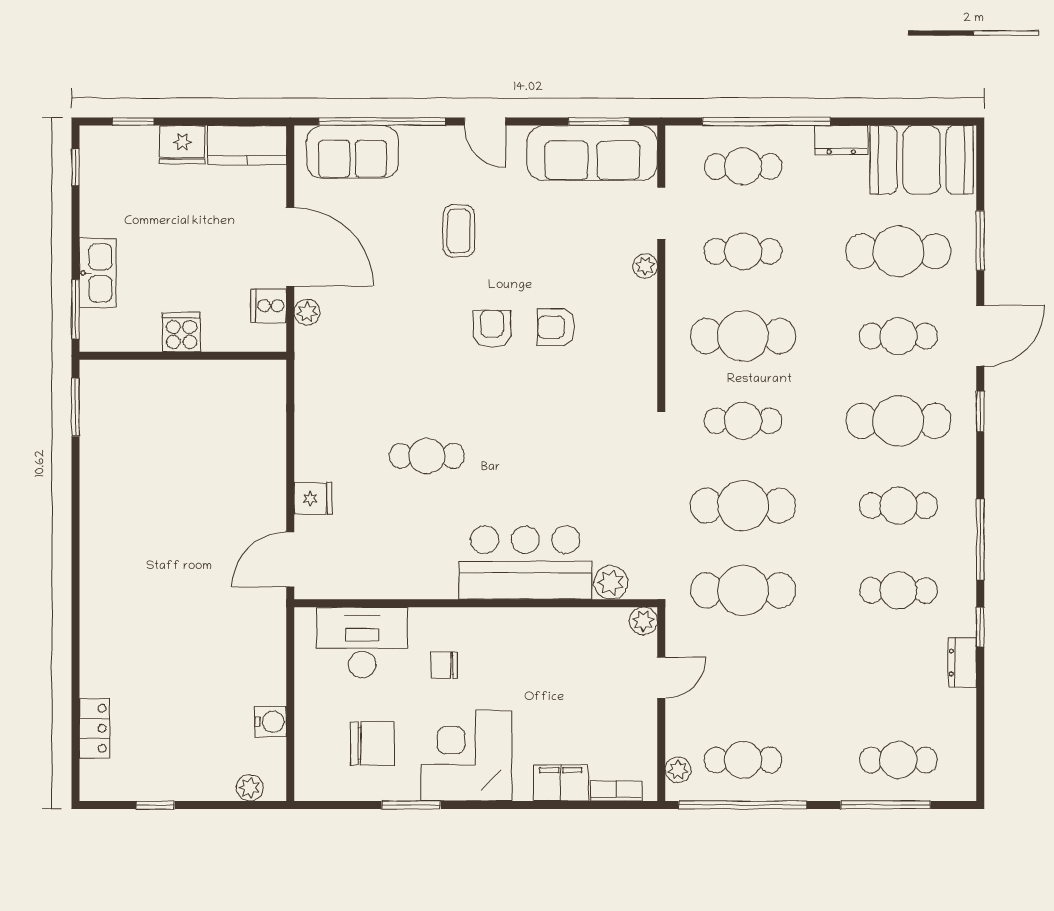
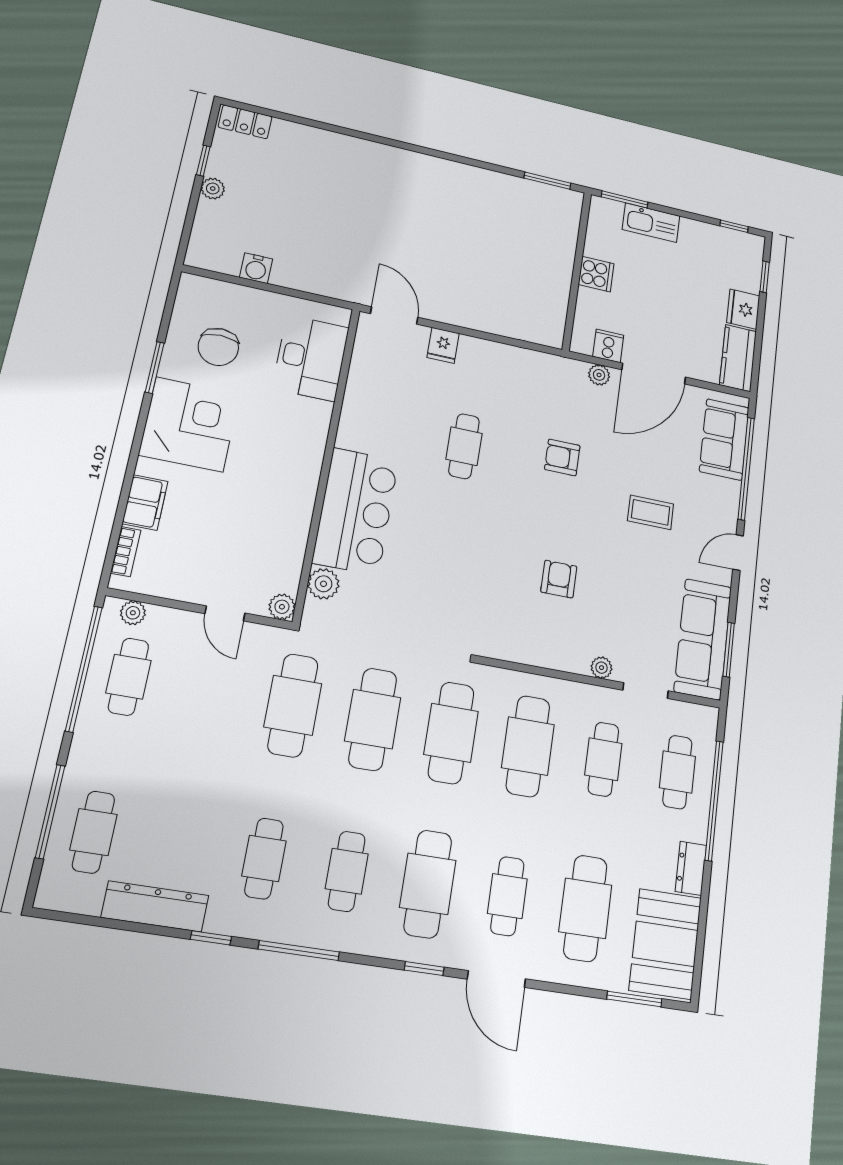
window: (980, 241) -> (634, 999), moved
armchair: (492, 329) -> (562, 457), moved, turned 180
cafe table: (743, 421) -> (451, 733), width x1.37, depth x1.35
dresser: (962, 662) -> (155, 906), width x1.96, depth x1.24
chair: (444, 665) -> (277, 422), removed
locker: (94, 728) -> (245, 122), moved
plant: (250, 788) -> (213, 189), moved

